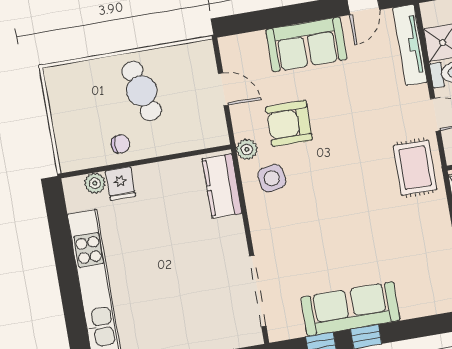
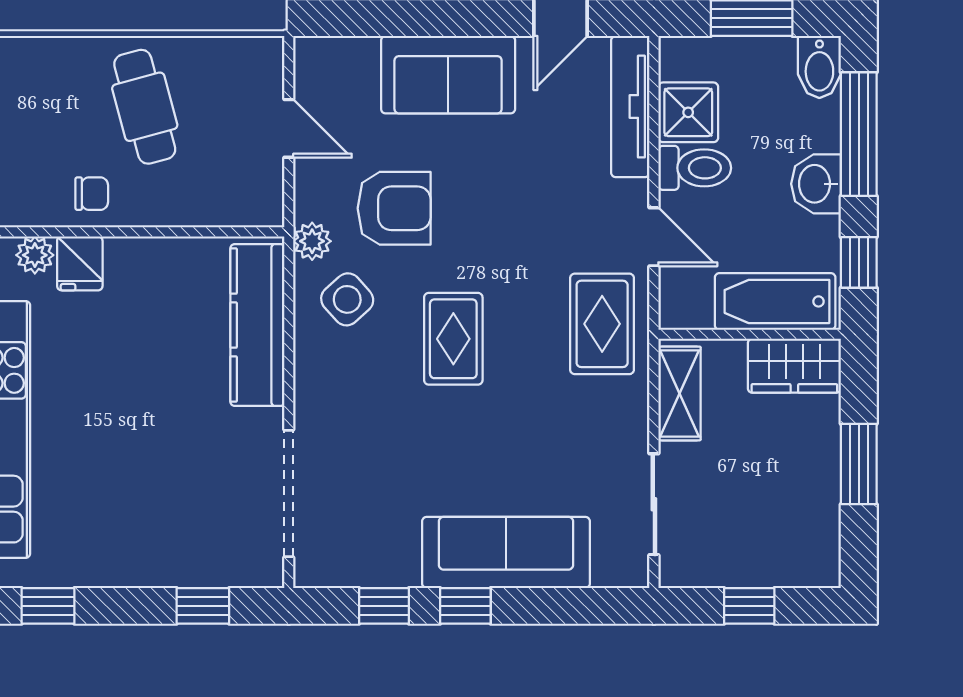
armchair: (289, 123) -> (394, 208), turned 180
side table: (272, 178) -> (347, 299), turned -33
kitchen counter: (222, 186) -> (257, 325), width x1.50
rug: (334, 190) -> (453, 339), added
sofa: (351, 309) -> (506, 552), moved

